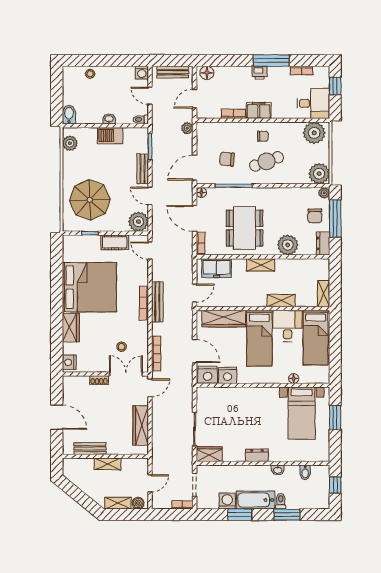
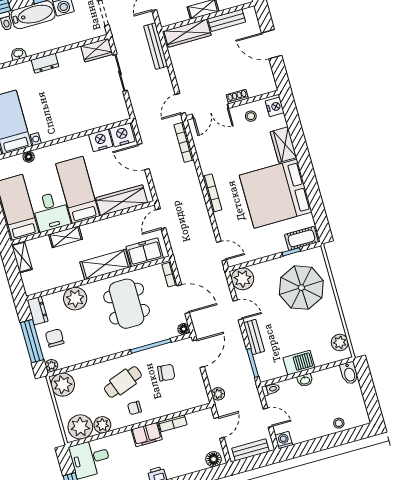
plant: (295, 129) -> (102, 425), added
cot: (115, 242) -> (301, 238), moved
shelving: (261, 265) -> (105, 265), width x1.50, depth x1.33
bench: (157, 302) -> (156, 46), moved
stool: (122, 347) -> (251, 116), moved
wardrobe: (141, 425) -> (187, 33), moved, turned 90

